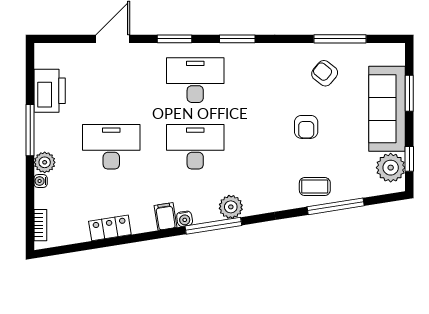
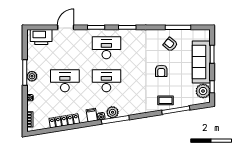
printer: (50, 91) -> (41, 37), moved, turned 90
plant: (45, 162) -> (32, 76), moved
plant: (231, 207) -> (113, 112), moved
locker: (110, 228) -> (64, 121), width x1.53

